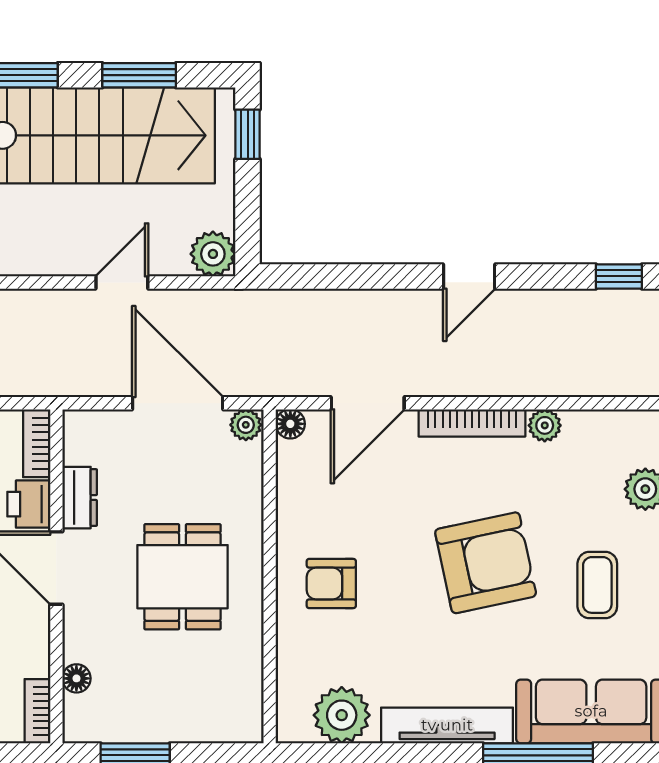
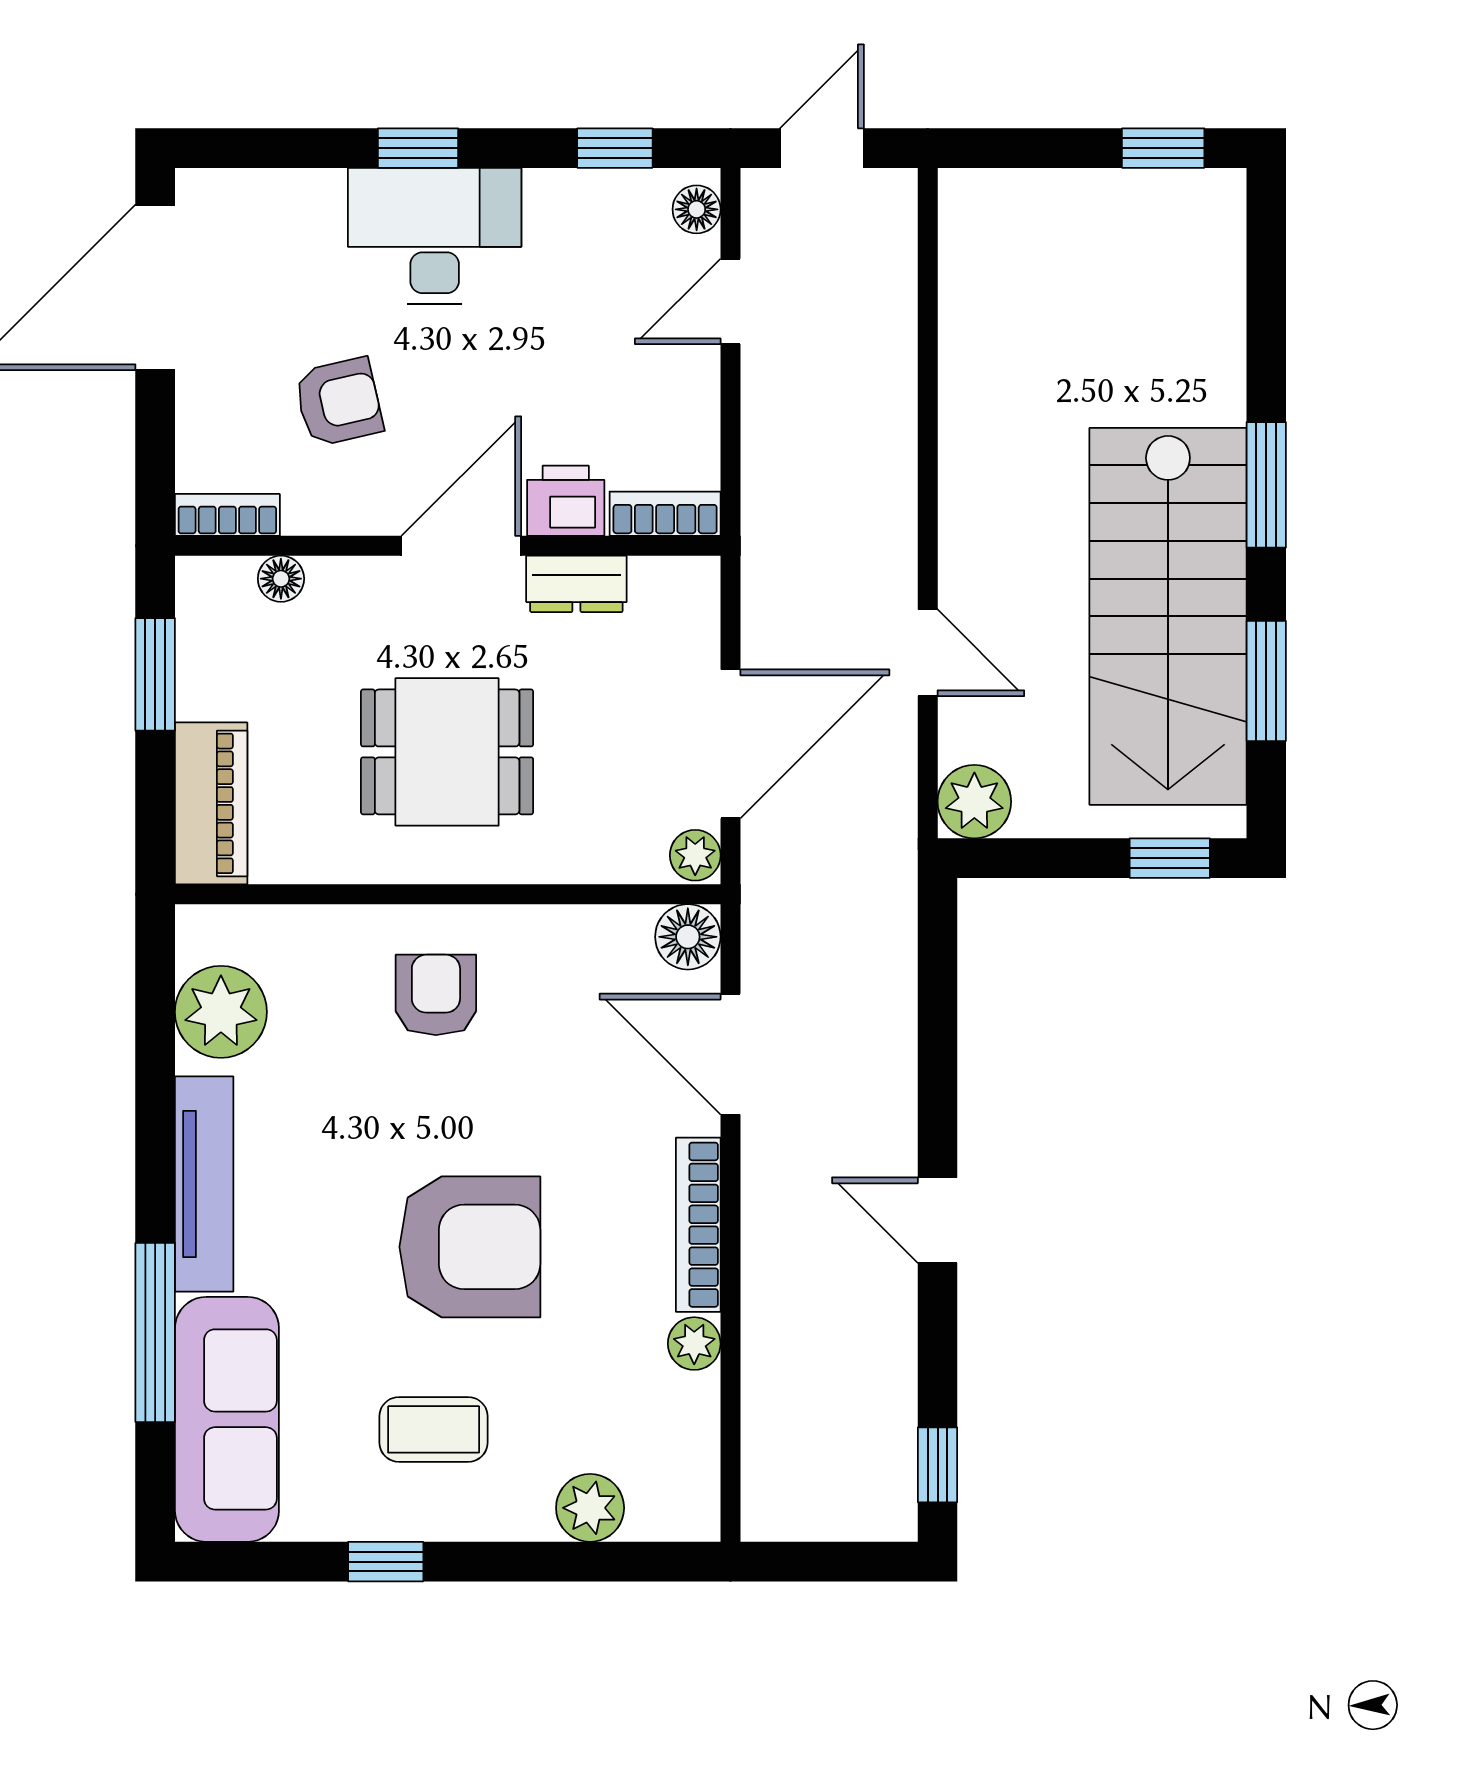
floor lamp: (290, 424) -> (688, 937), width x1.37, depth x1.37
armchair: (486, 563) -> (470, 1247), turned -78
piano: (214, 721) -> (211, 803), added

